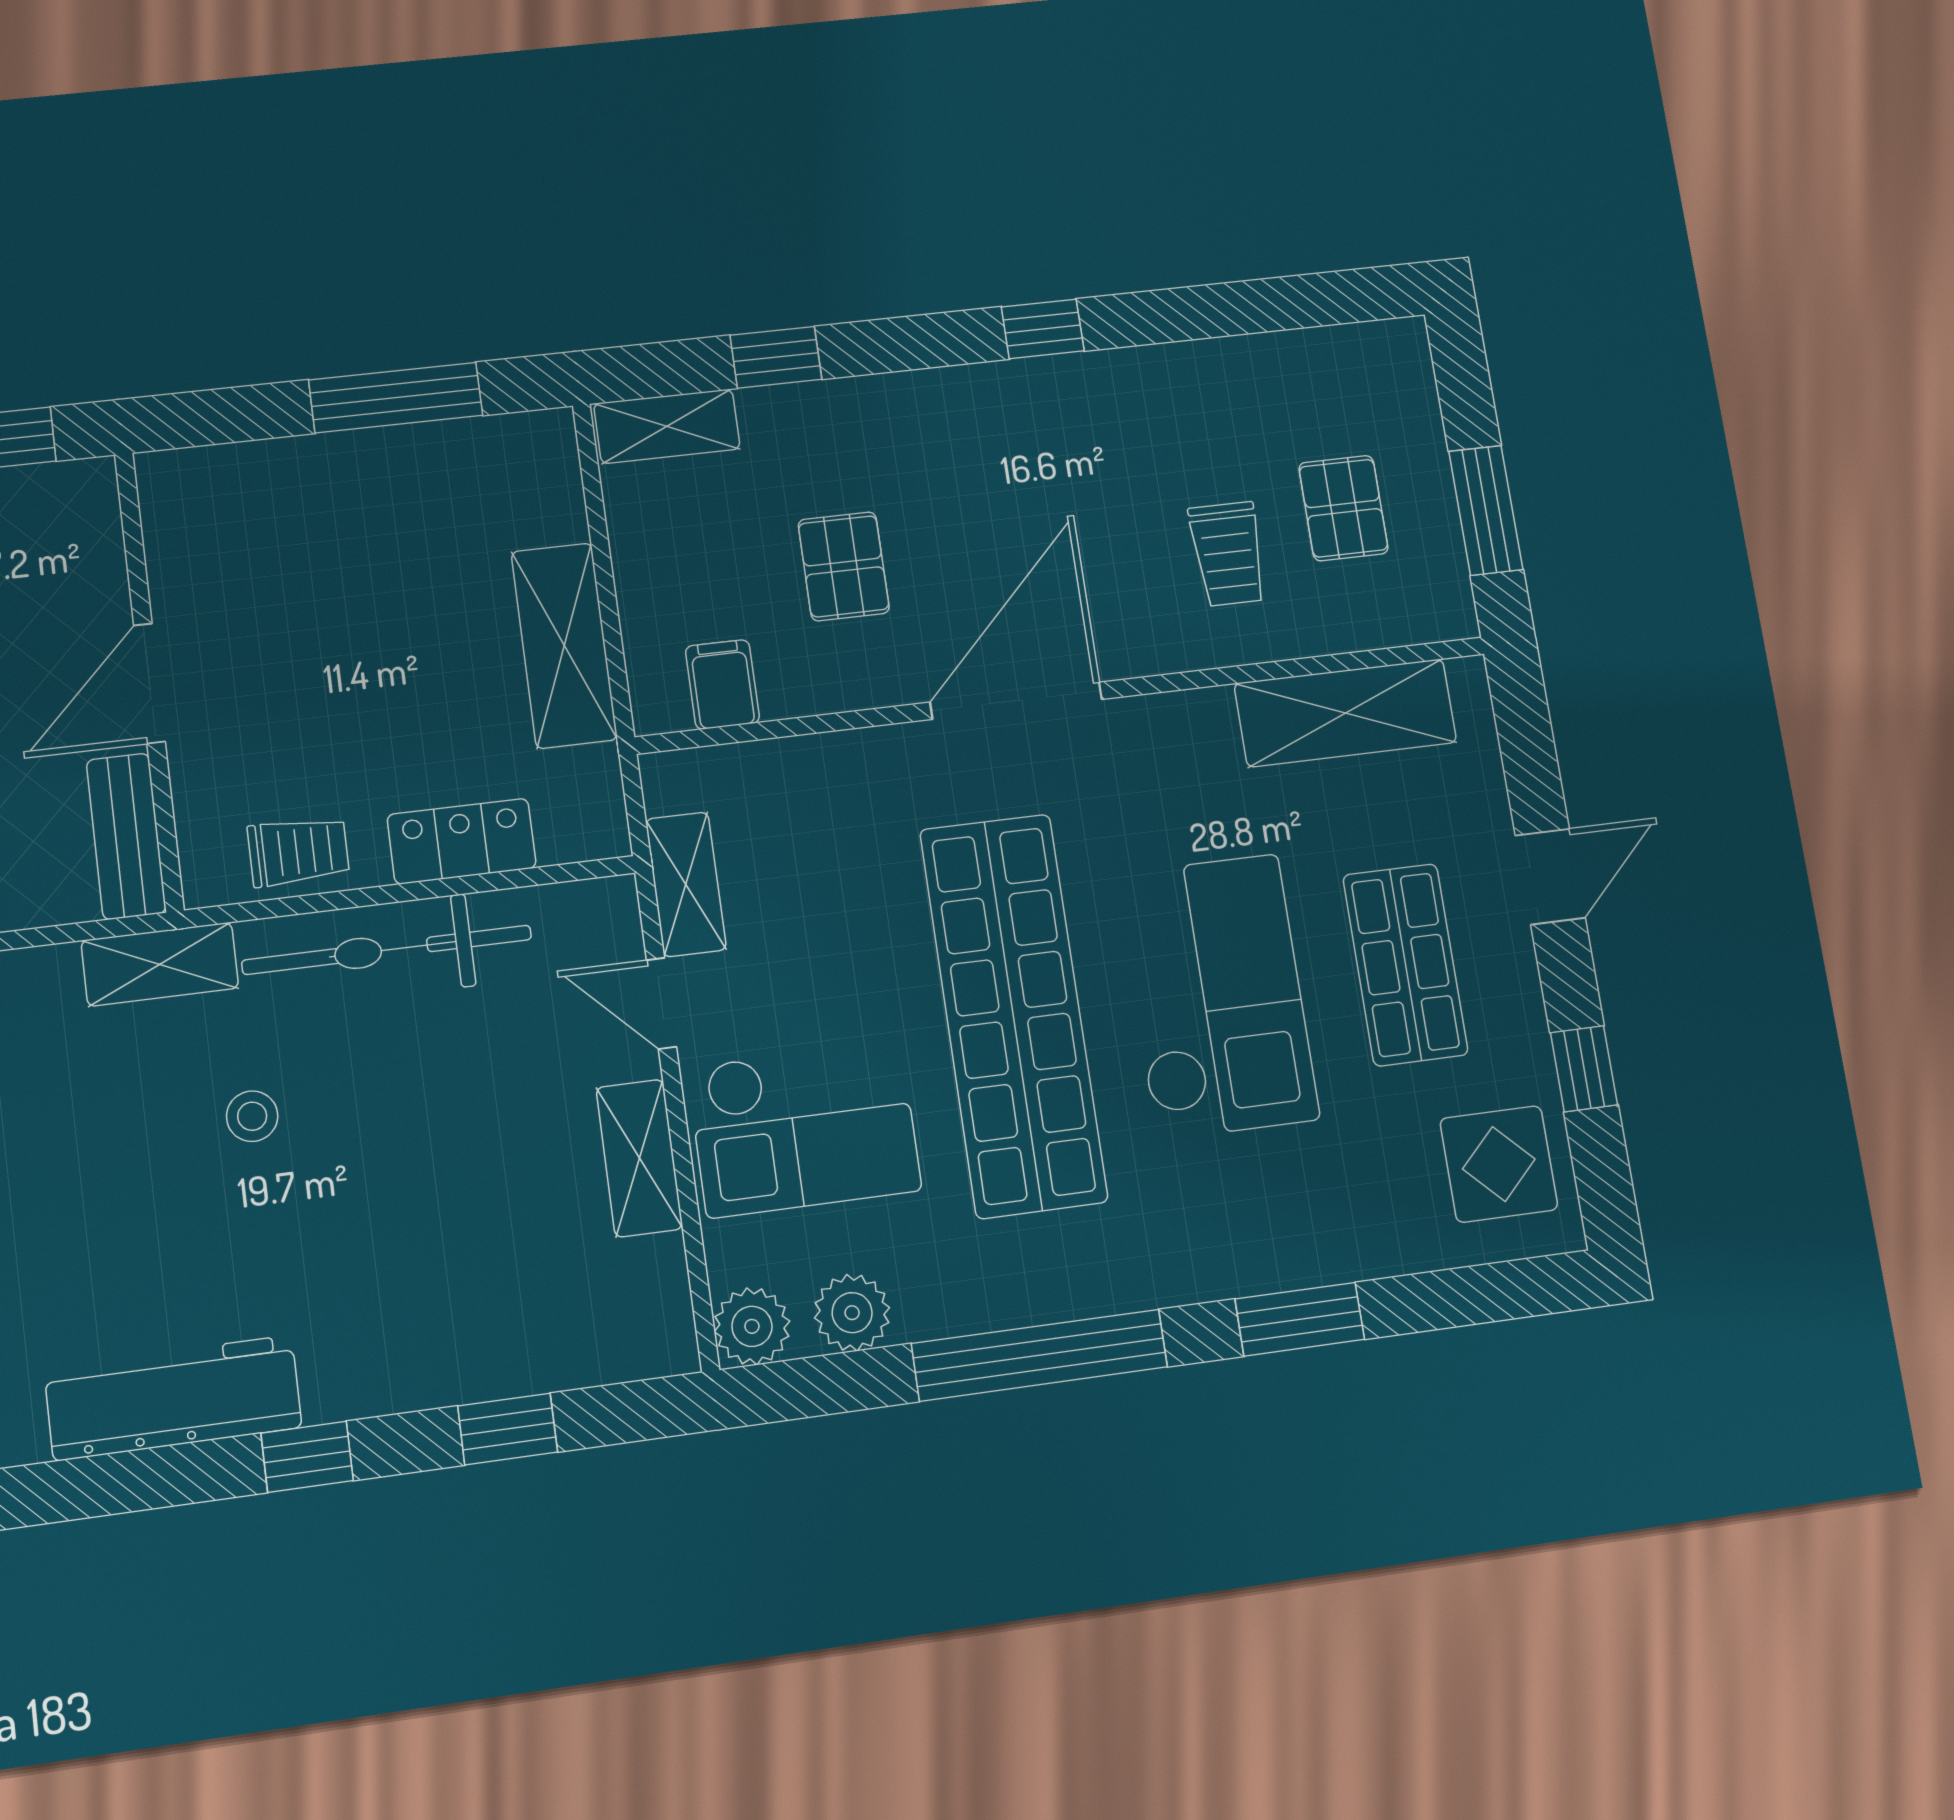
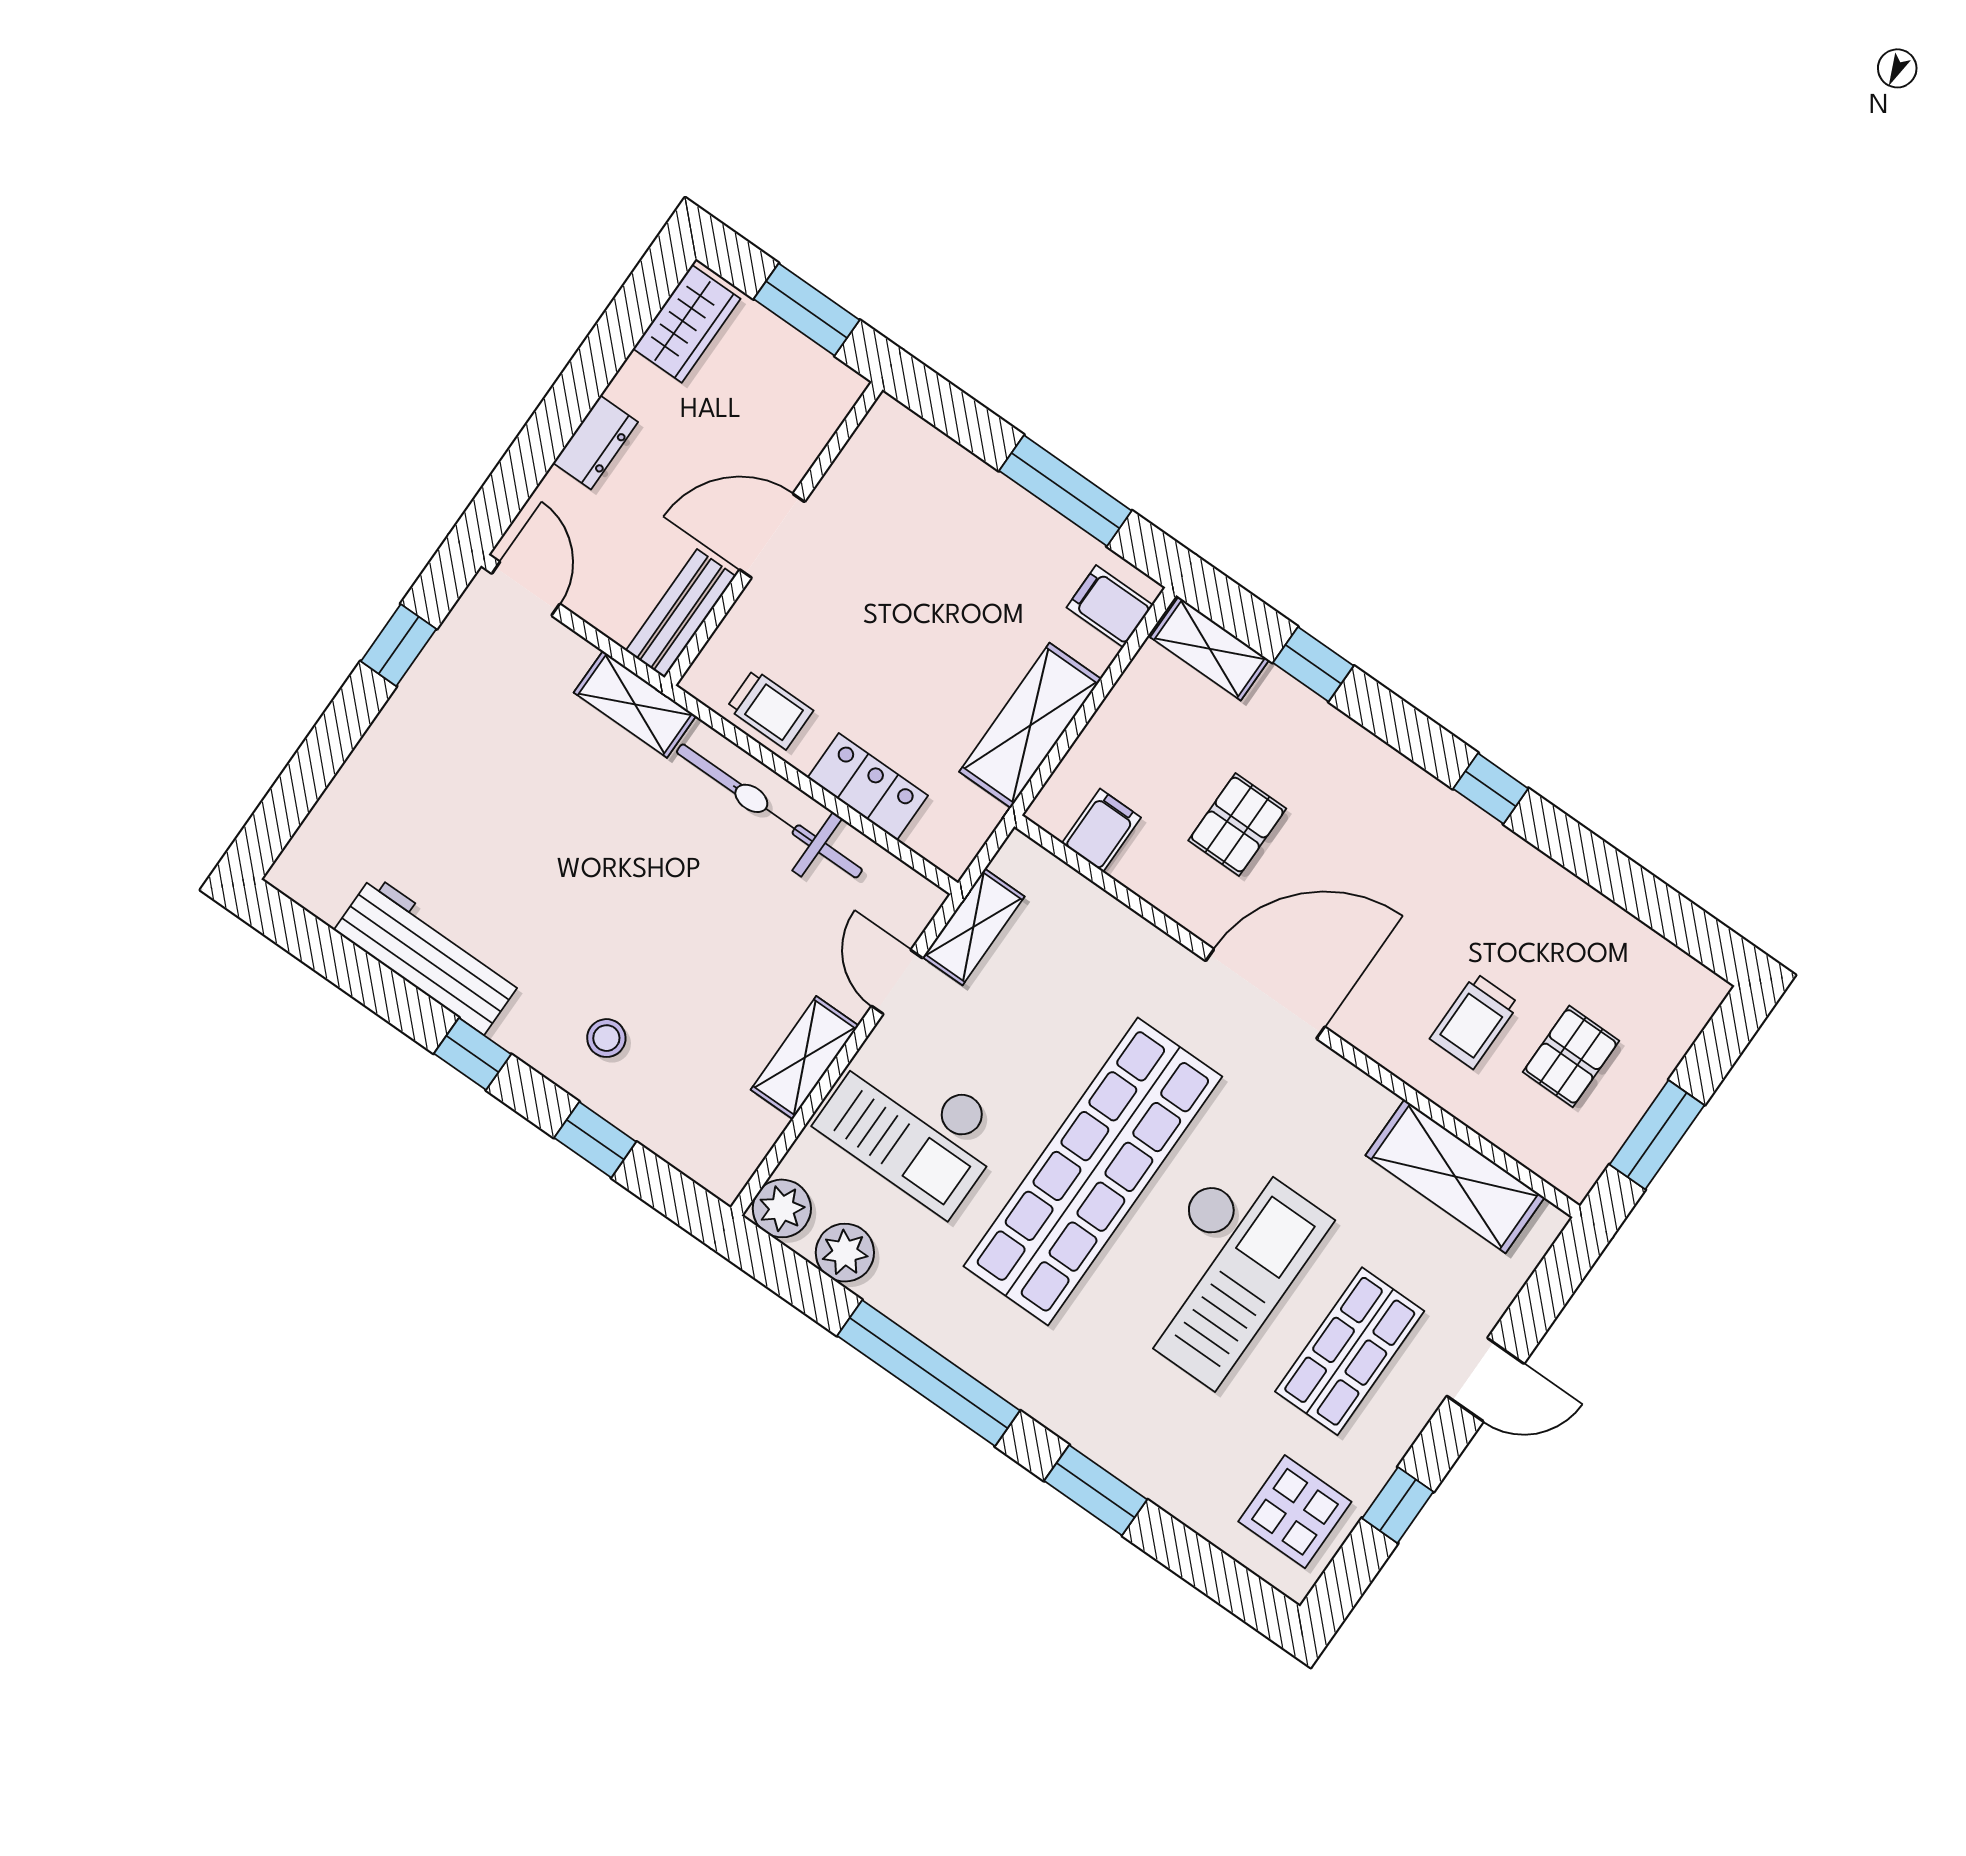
filing cabinet: (537, 469) -> (1110, 606), added
stool: (252, 1116) -> (606, 1038), moved

